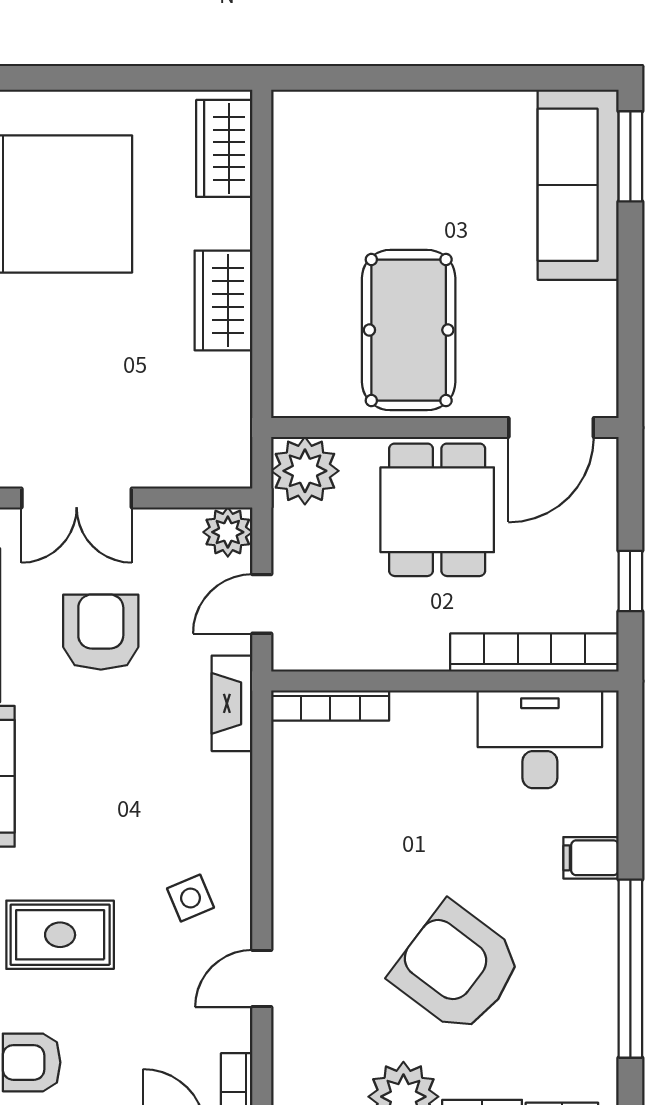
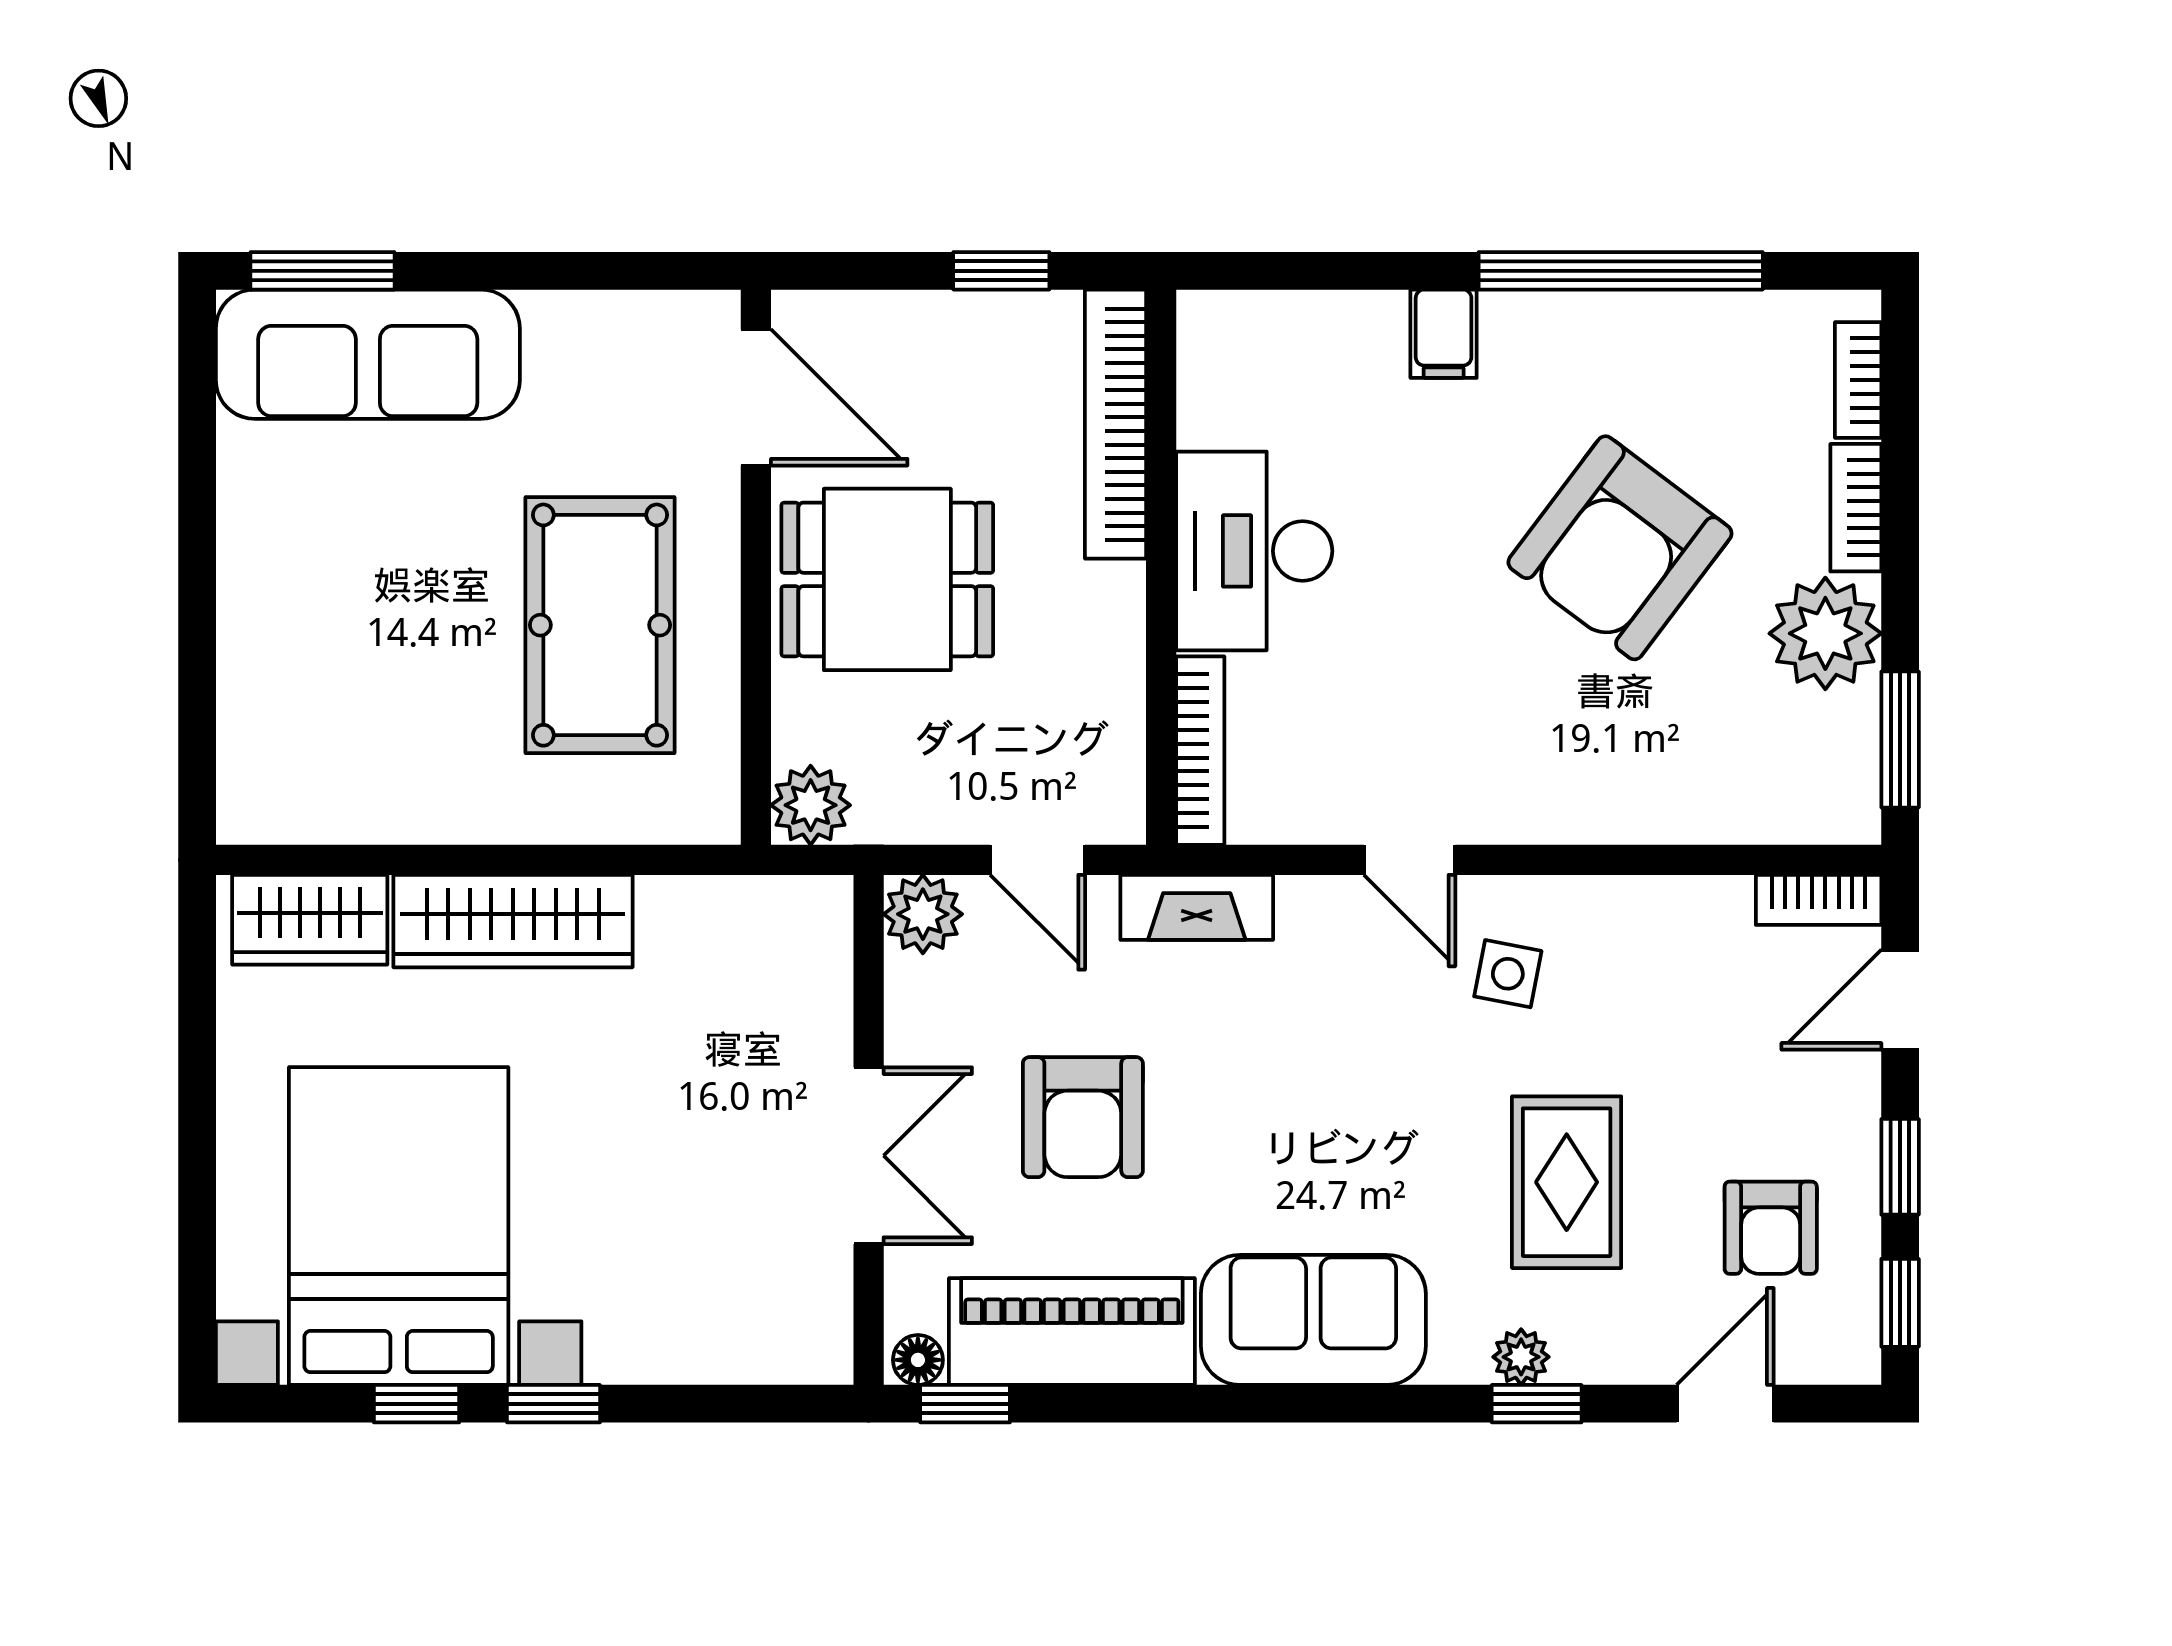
wardrobe: (223, 300) -> (513, 921), width x1.50
pool table: (409, 330) -> (600, 625), turned 90
plant: (305, 471) -> (811, 805), width x0.73, depth x0.73
armchair: (101, 632) -> (1083, 1117), turned -90
desk: (540, 739) -> (1254, 551), moved
side table: (191, 898) -> (1508, 974), turned 34
door: (262, 979) -> (1410, 860), moved

